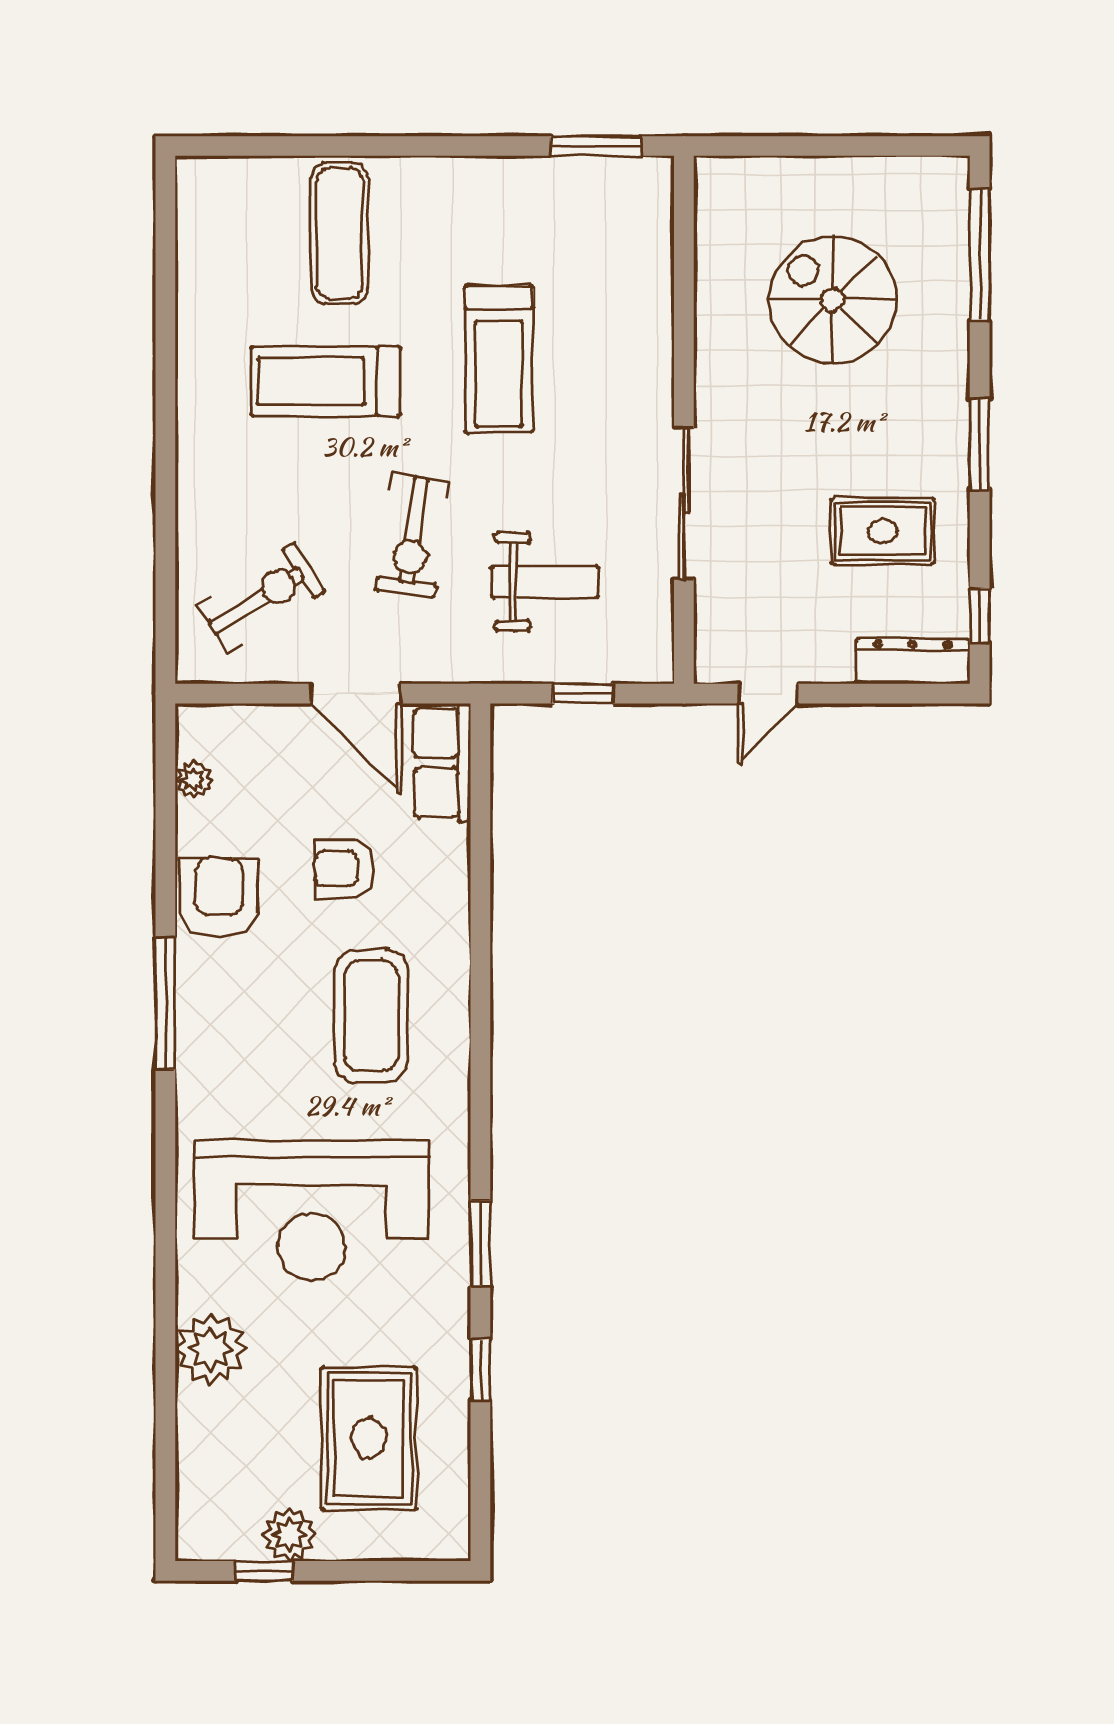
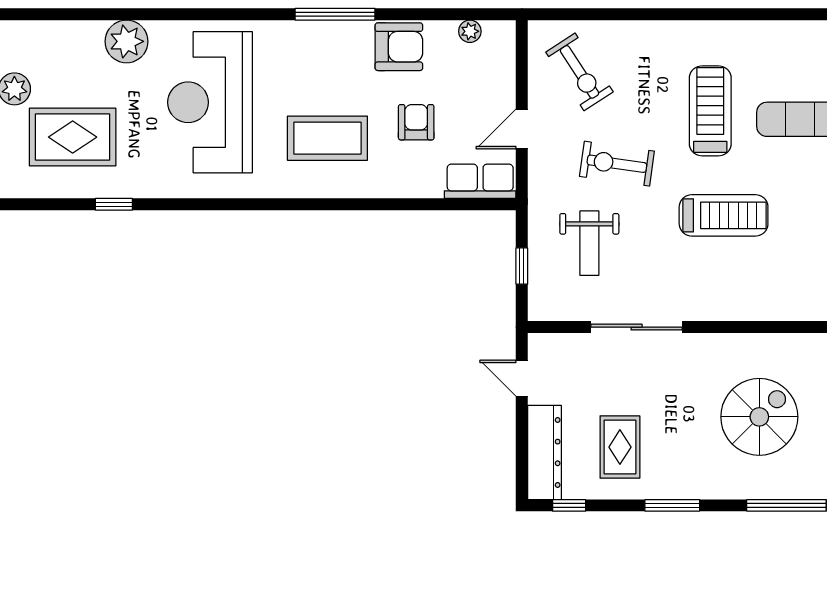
treadmill: (499, 359) -> (724, 215), turned 180
dresser: (913, 662) -> (544, 452), width x1.37, depth x1.24
door: (356, 694) -> (522, 129), width x0.73
window: (480, 1244) -> (190, 204), removed

